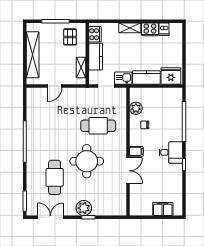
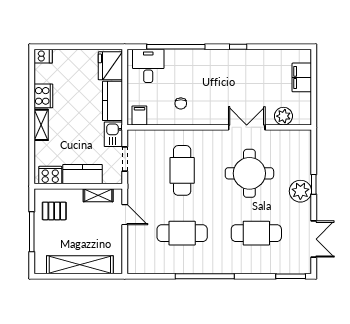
dishwasher: (164, 29) -> (43, 56), moved
door: (55, 86) -> (125, 215), moved
plant: (136, 108) -> (283, 116), moved
cafe table: (55, 126) -> (182, 233), added
filing cabinet: (136, 151) -> (139, 115), moved
desk: (171, 152) -> (148, 66), moved
round table: (87, 161) -> (249, 173), moved
double door: (50, 217) -> (314, 239), swing flipped

